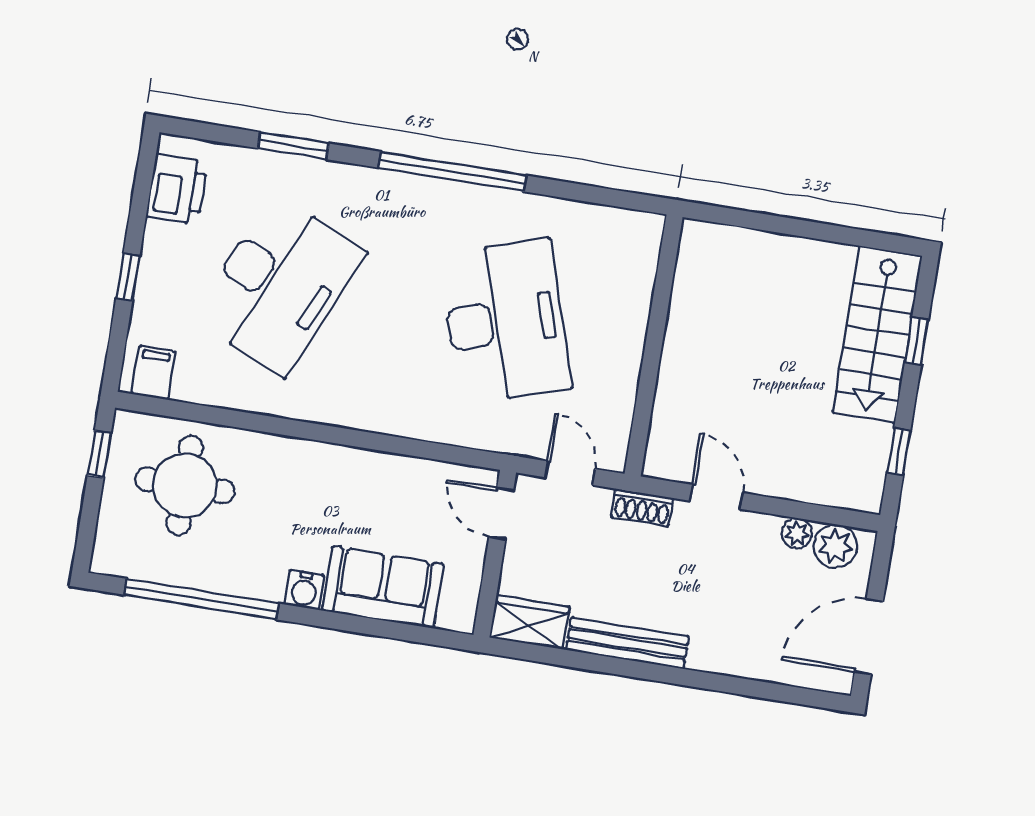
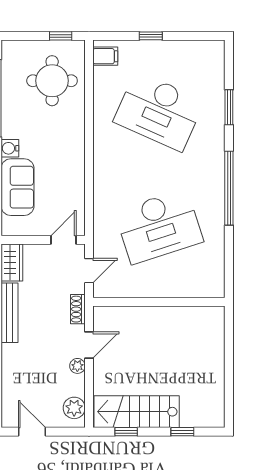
printer: (177, 189) -> (198, 53), removed
stairs: (877, 334) -> (137, 412), moved
plant: (797, 533) -> (77, 366), moved
door: (869, 637) -> (32, 432), width x0.73

